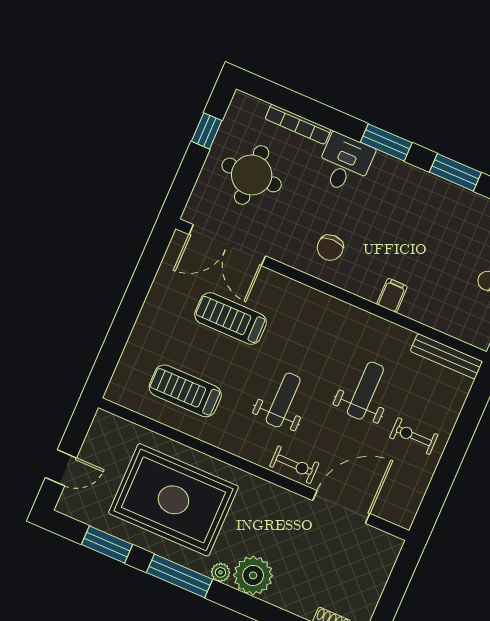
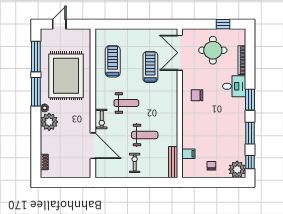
filing cabinet: (392, 295) -> (188, 154), moved
door: (61, 468) -> (59, 24), swing flipped
window: (107, 544) -> (36, 56), width x1.44

